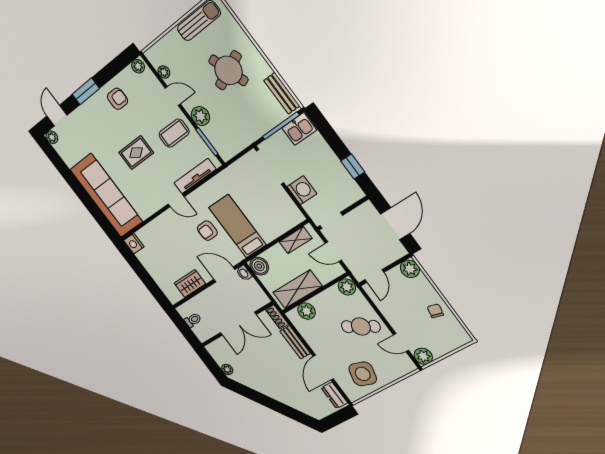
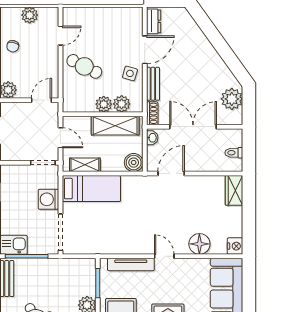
bed: (237, 226) -> (91, 189), moved, turned -90
floor lamp: (159, 228) -> (199, 244), added
armchair: (207, 231) -> (157, 217), removed
washbasin: (244, 273) -> (152, 138), moved
door: (224, 274) -> (171, 174), swing flipped
wardrobe: (190, 283) -> (234, 190), moved, turned 90
plant: (347, 287) -> (104, 104), moved
door: (401, 343) -> (60, 36), hinge flipped
plant: (423, 356) -> (30, 15), moved
plant: (227, 369) -> (232, 99), width x1.87, depth x1.87
side table: (363, 374) -> (130, 73), moved, width x0.54, depth x0.54

